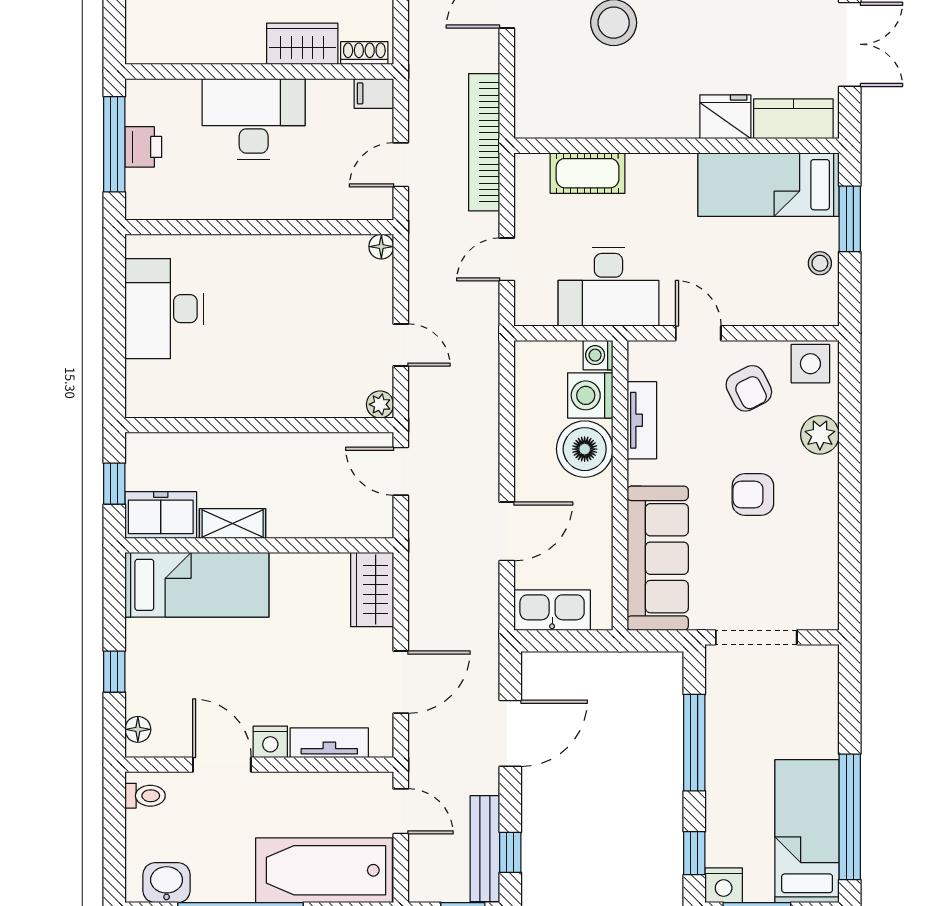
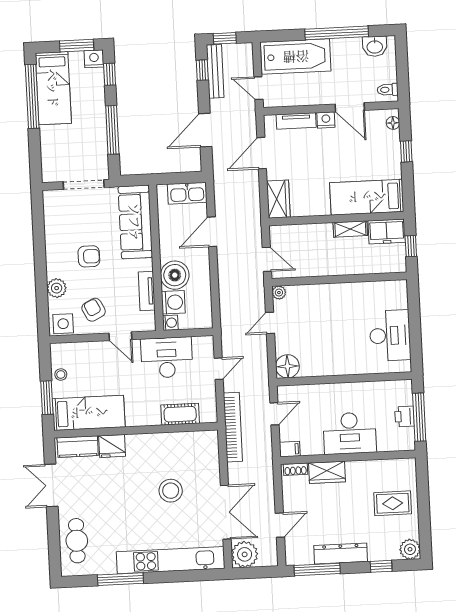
floor lamp: (381, 247) -> (287, 366), width x1.89, depth x1.89
door: (401, 345) -> (270, 323), hinge flipped

